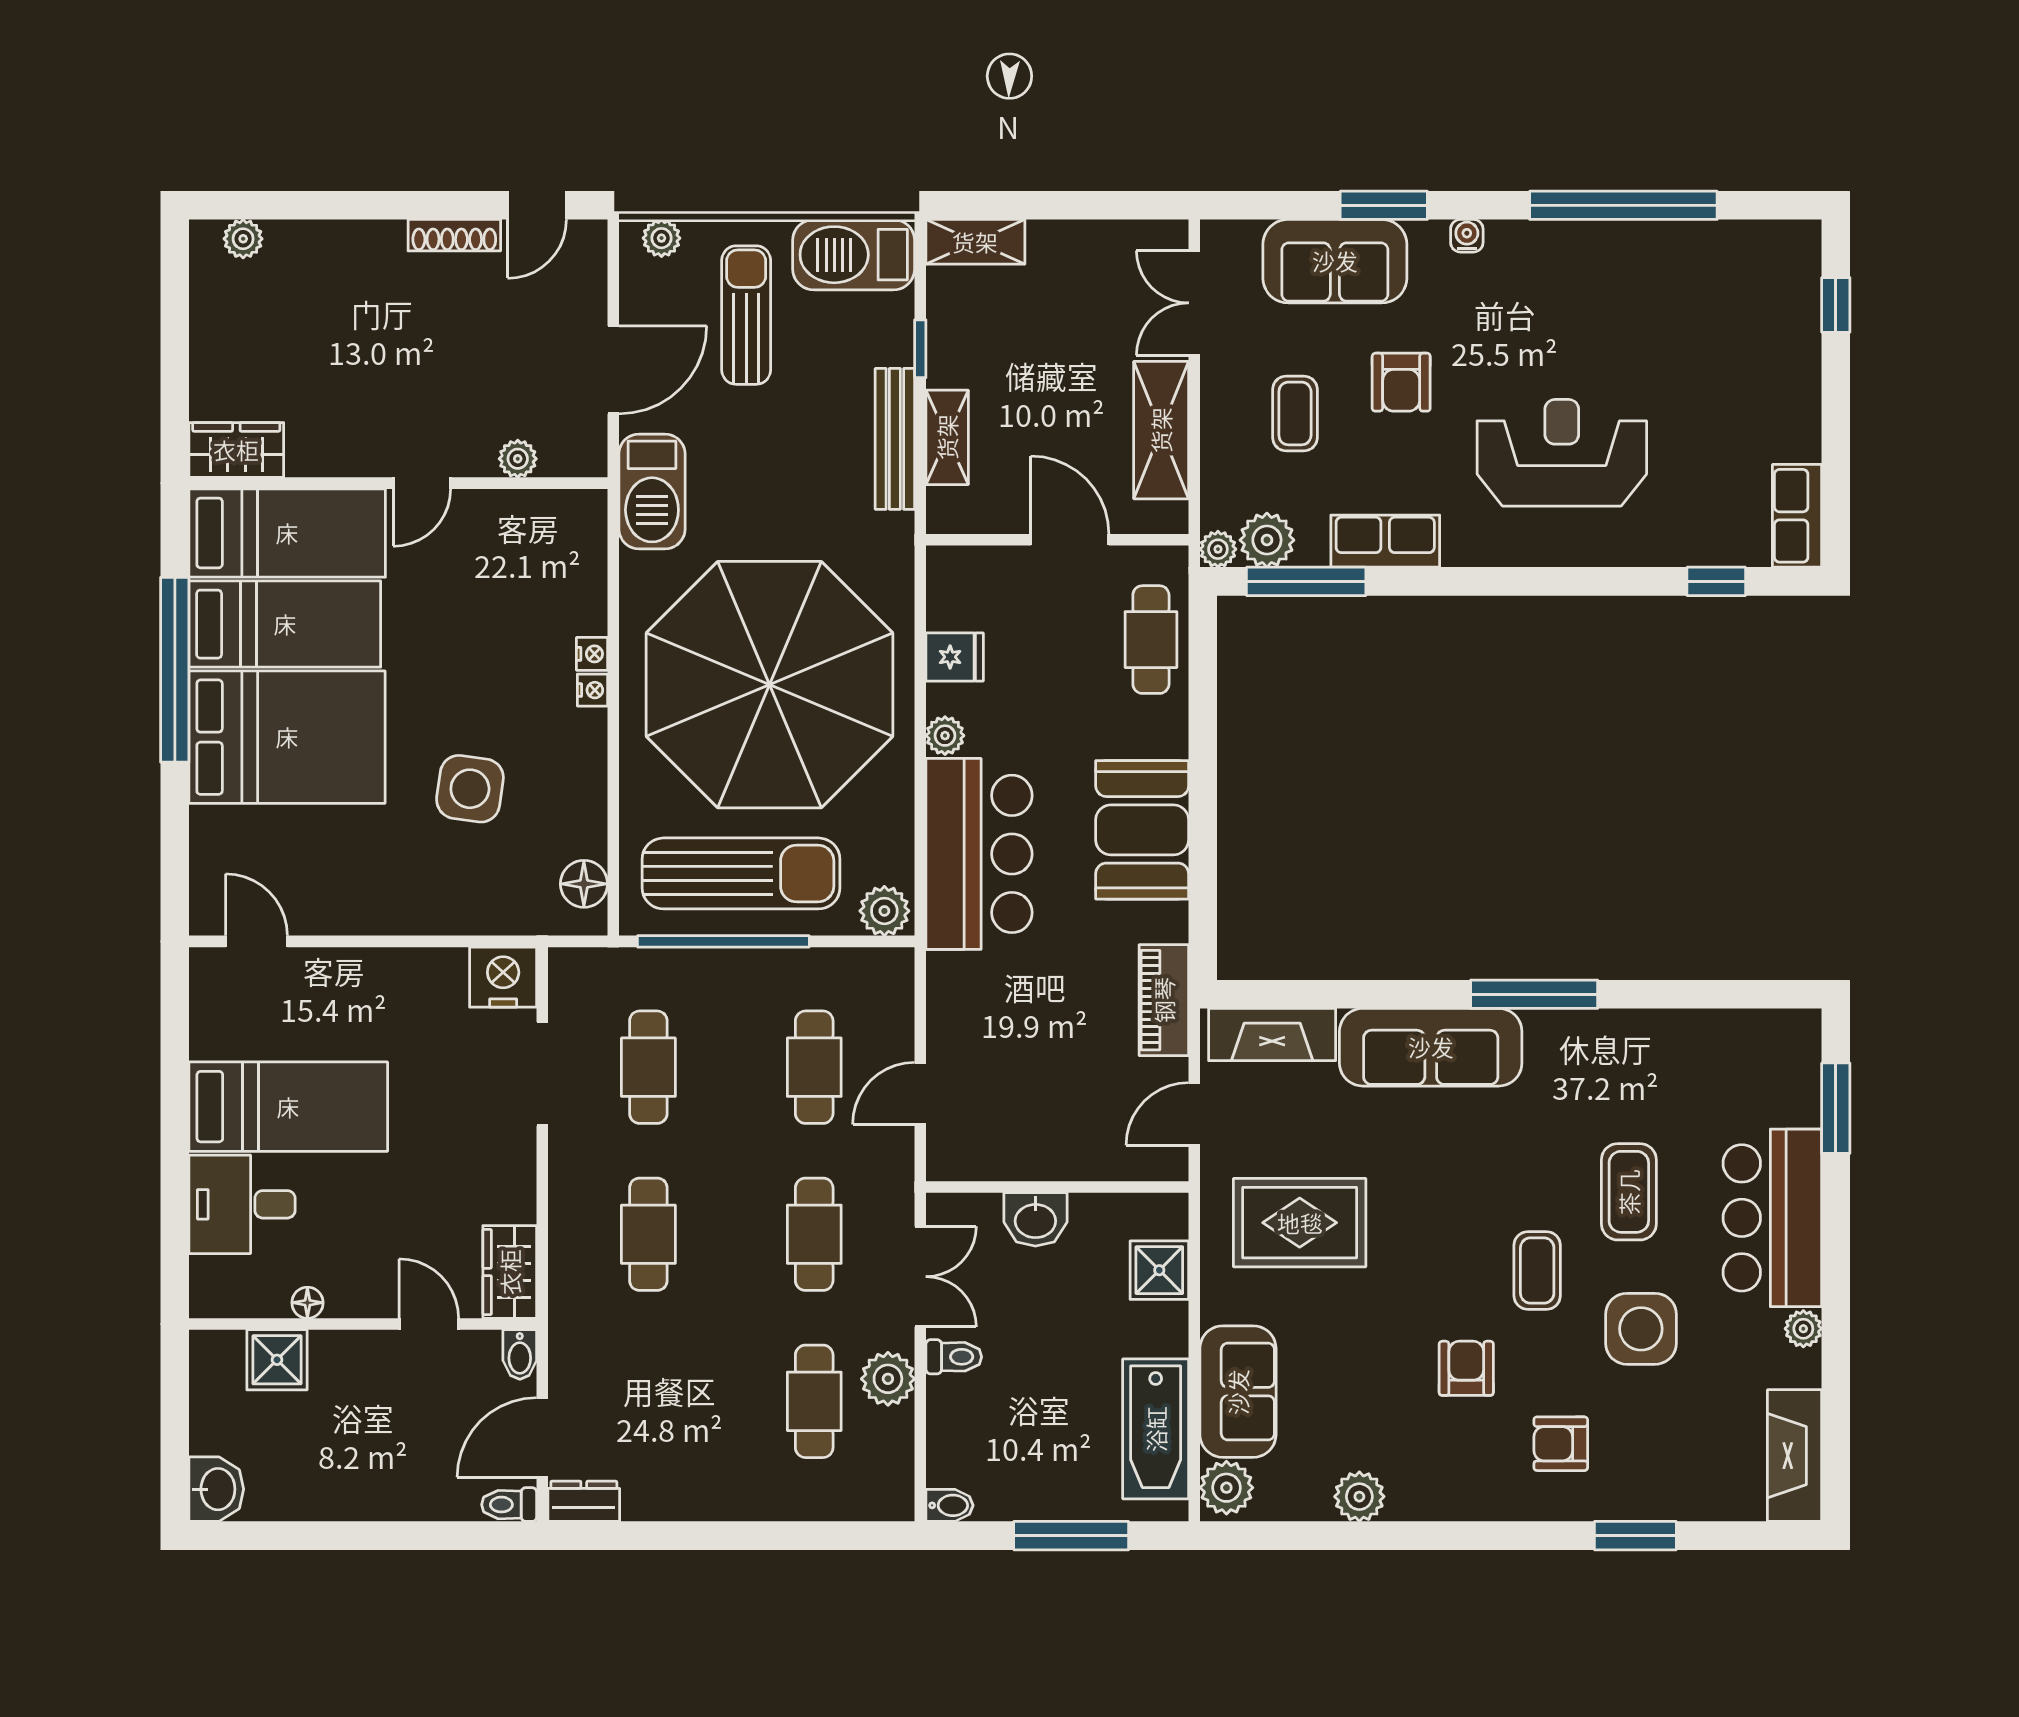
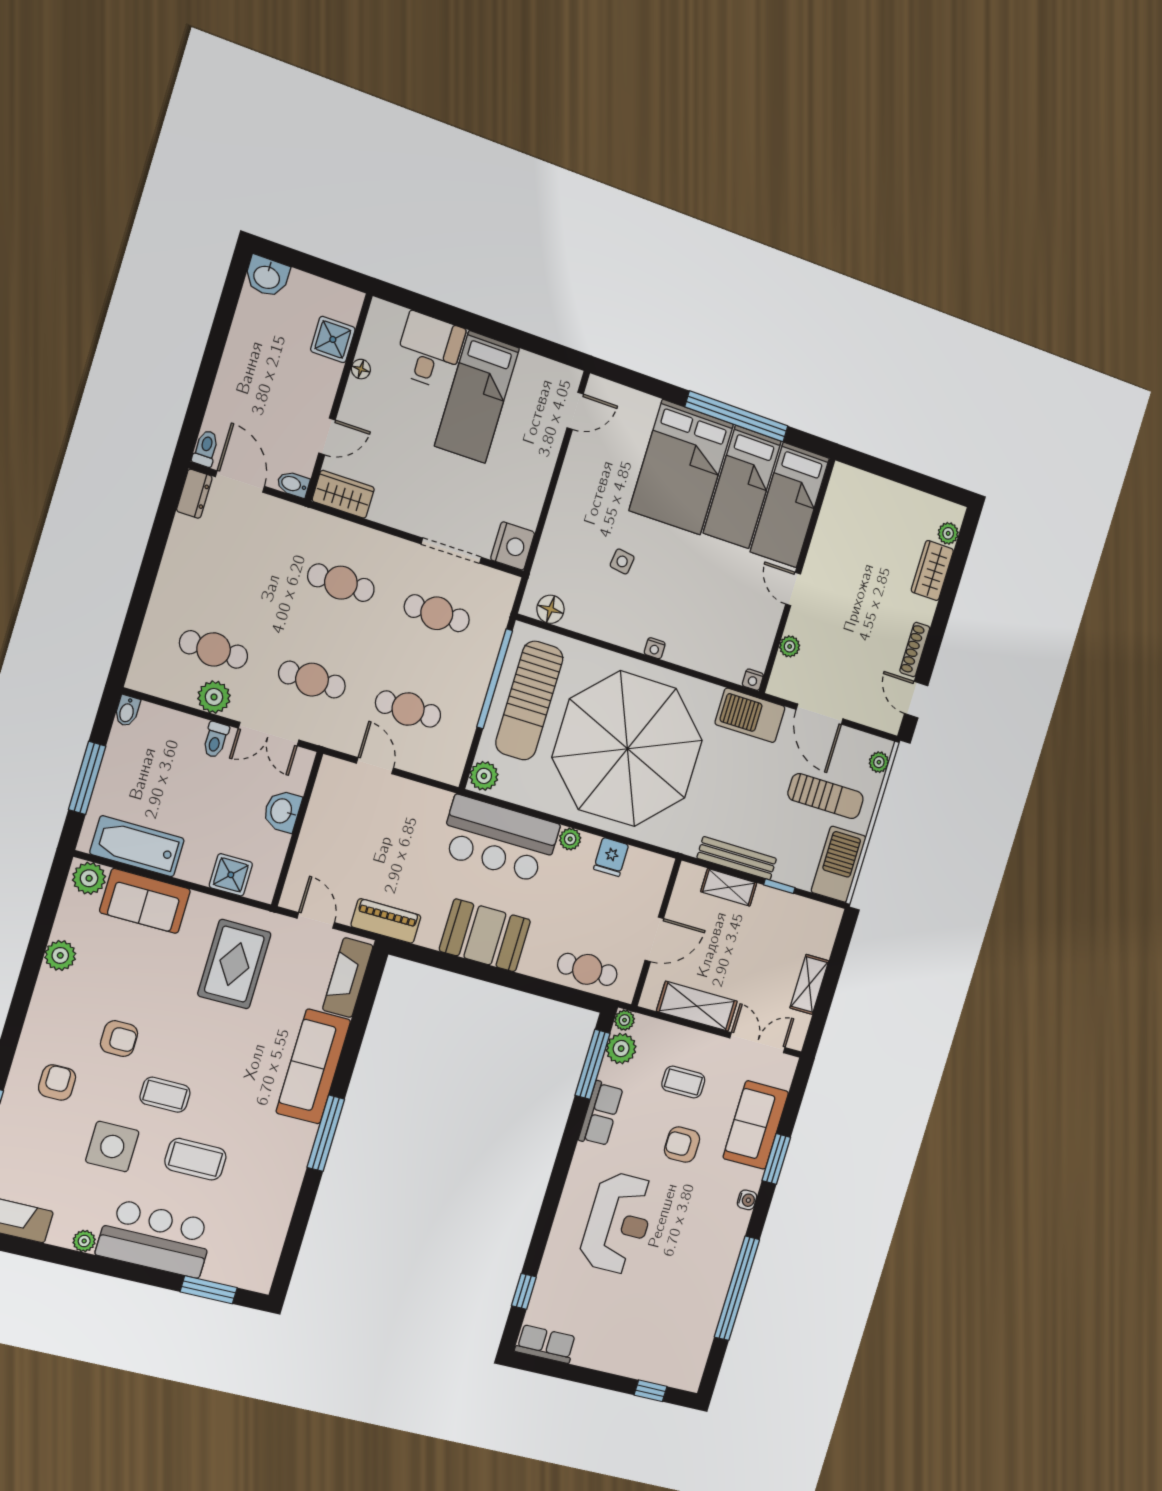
shelving: (975, 242) -> (809, 984), moved
wardrobe: (236, 450) -> (932, 570), moved, turned 180
nightstand: (592, 654) -> (753, 680), moved
side table: (470, 789) -> (622, 561), width x0.54, depth x0.54

